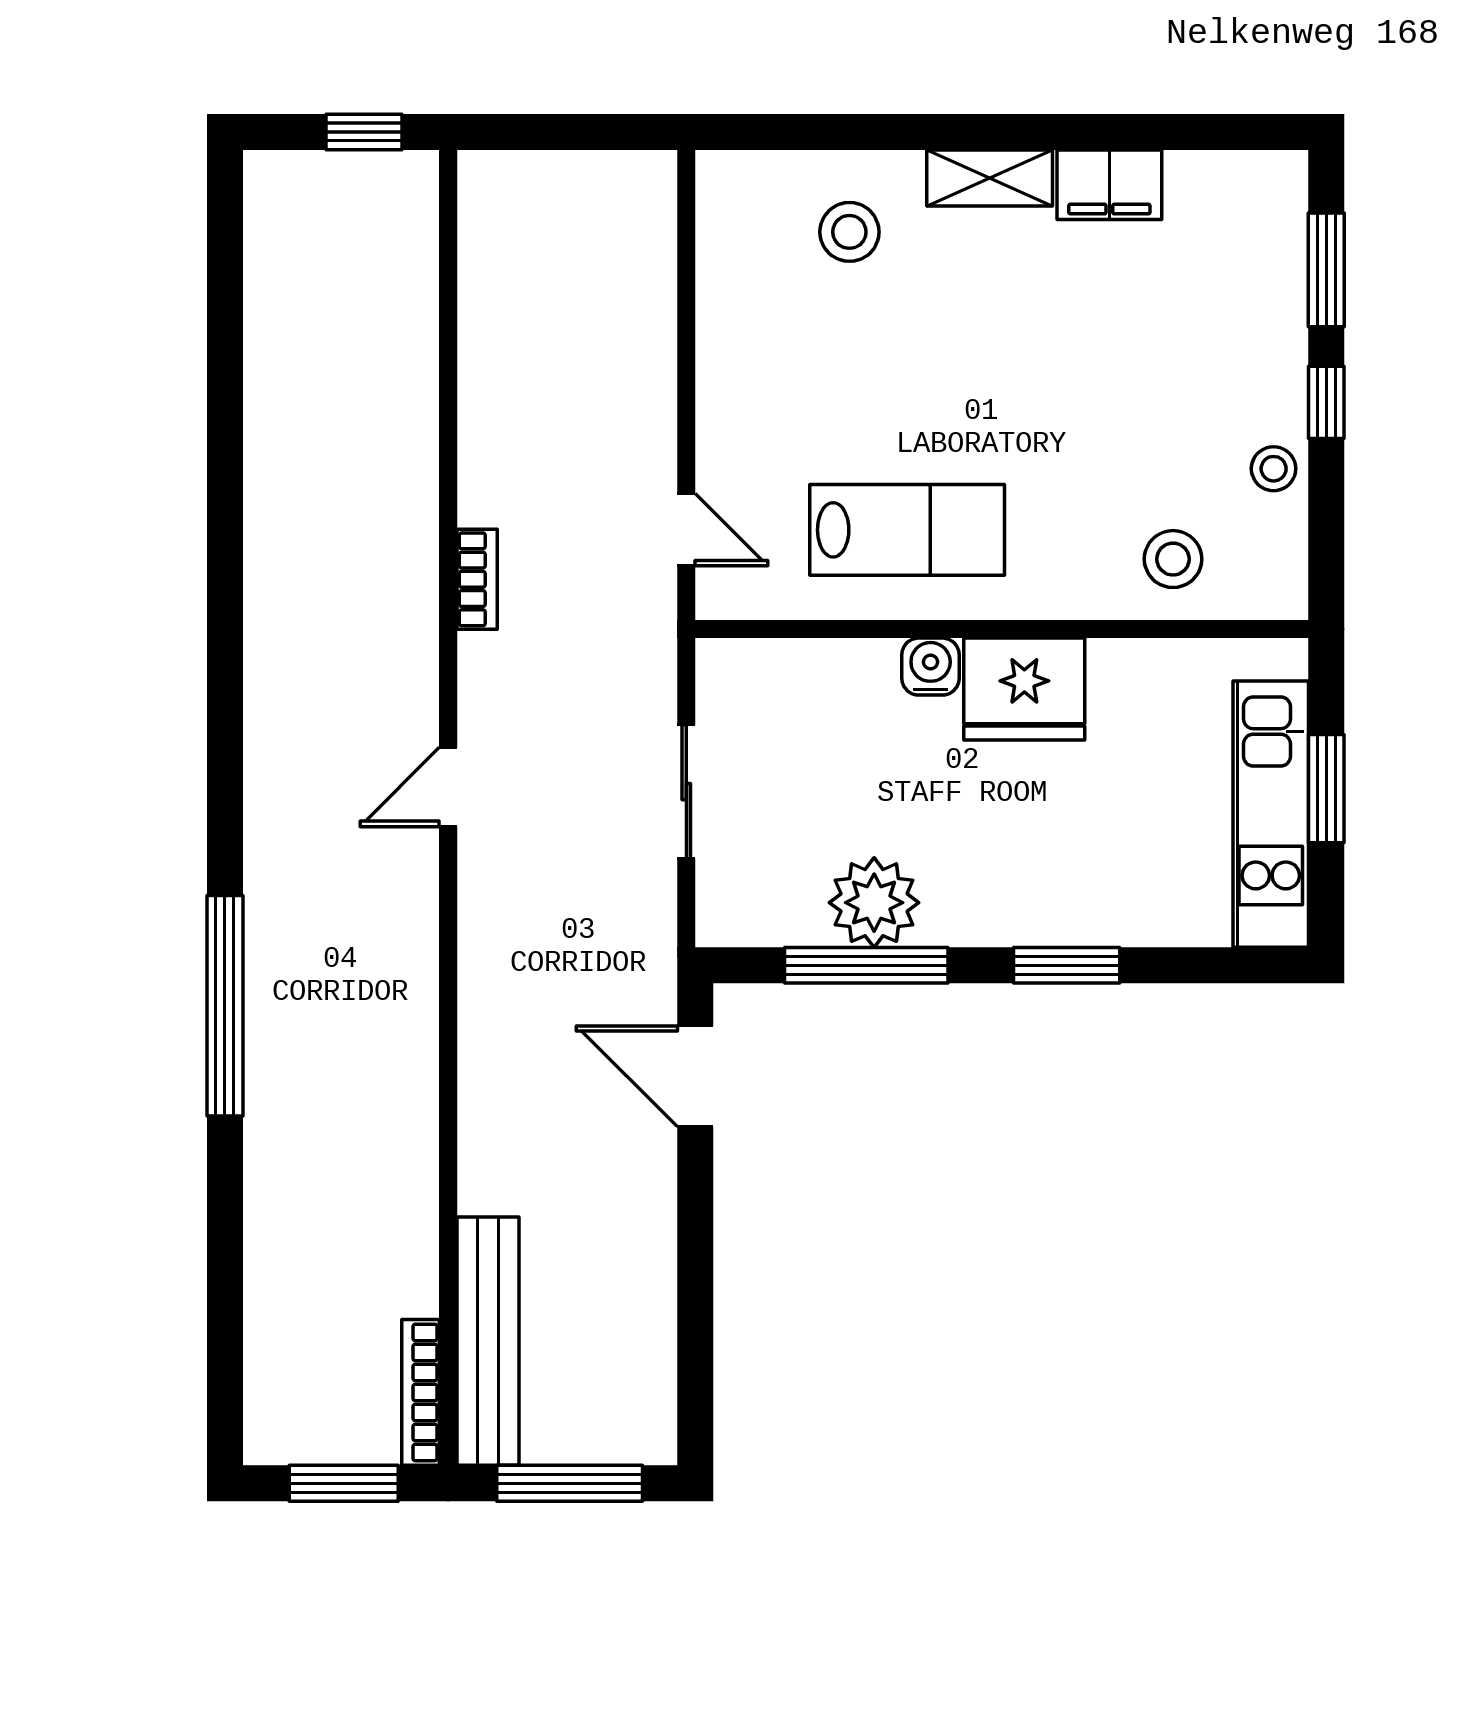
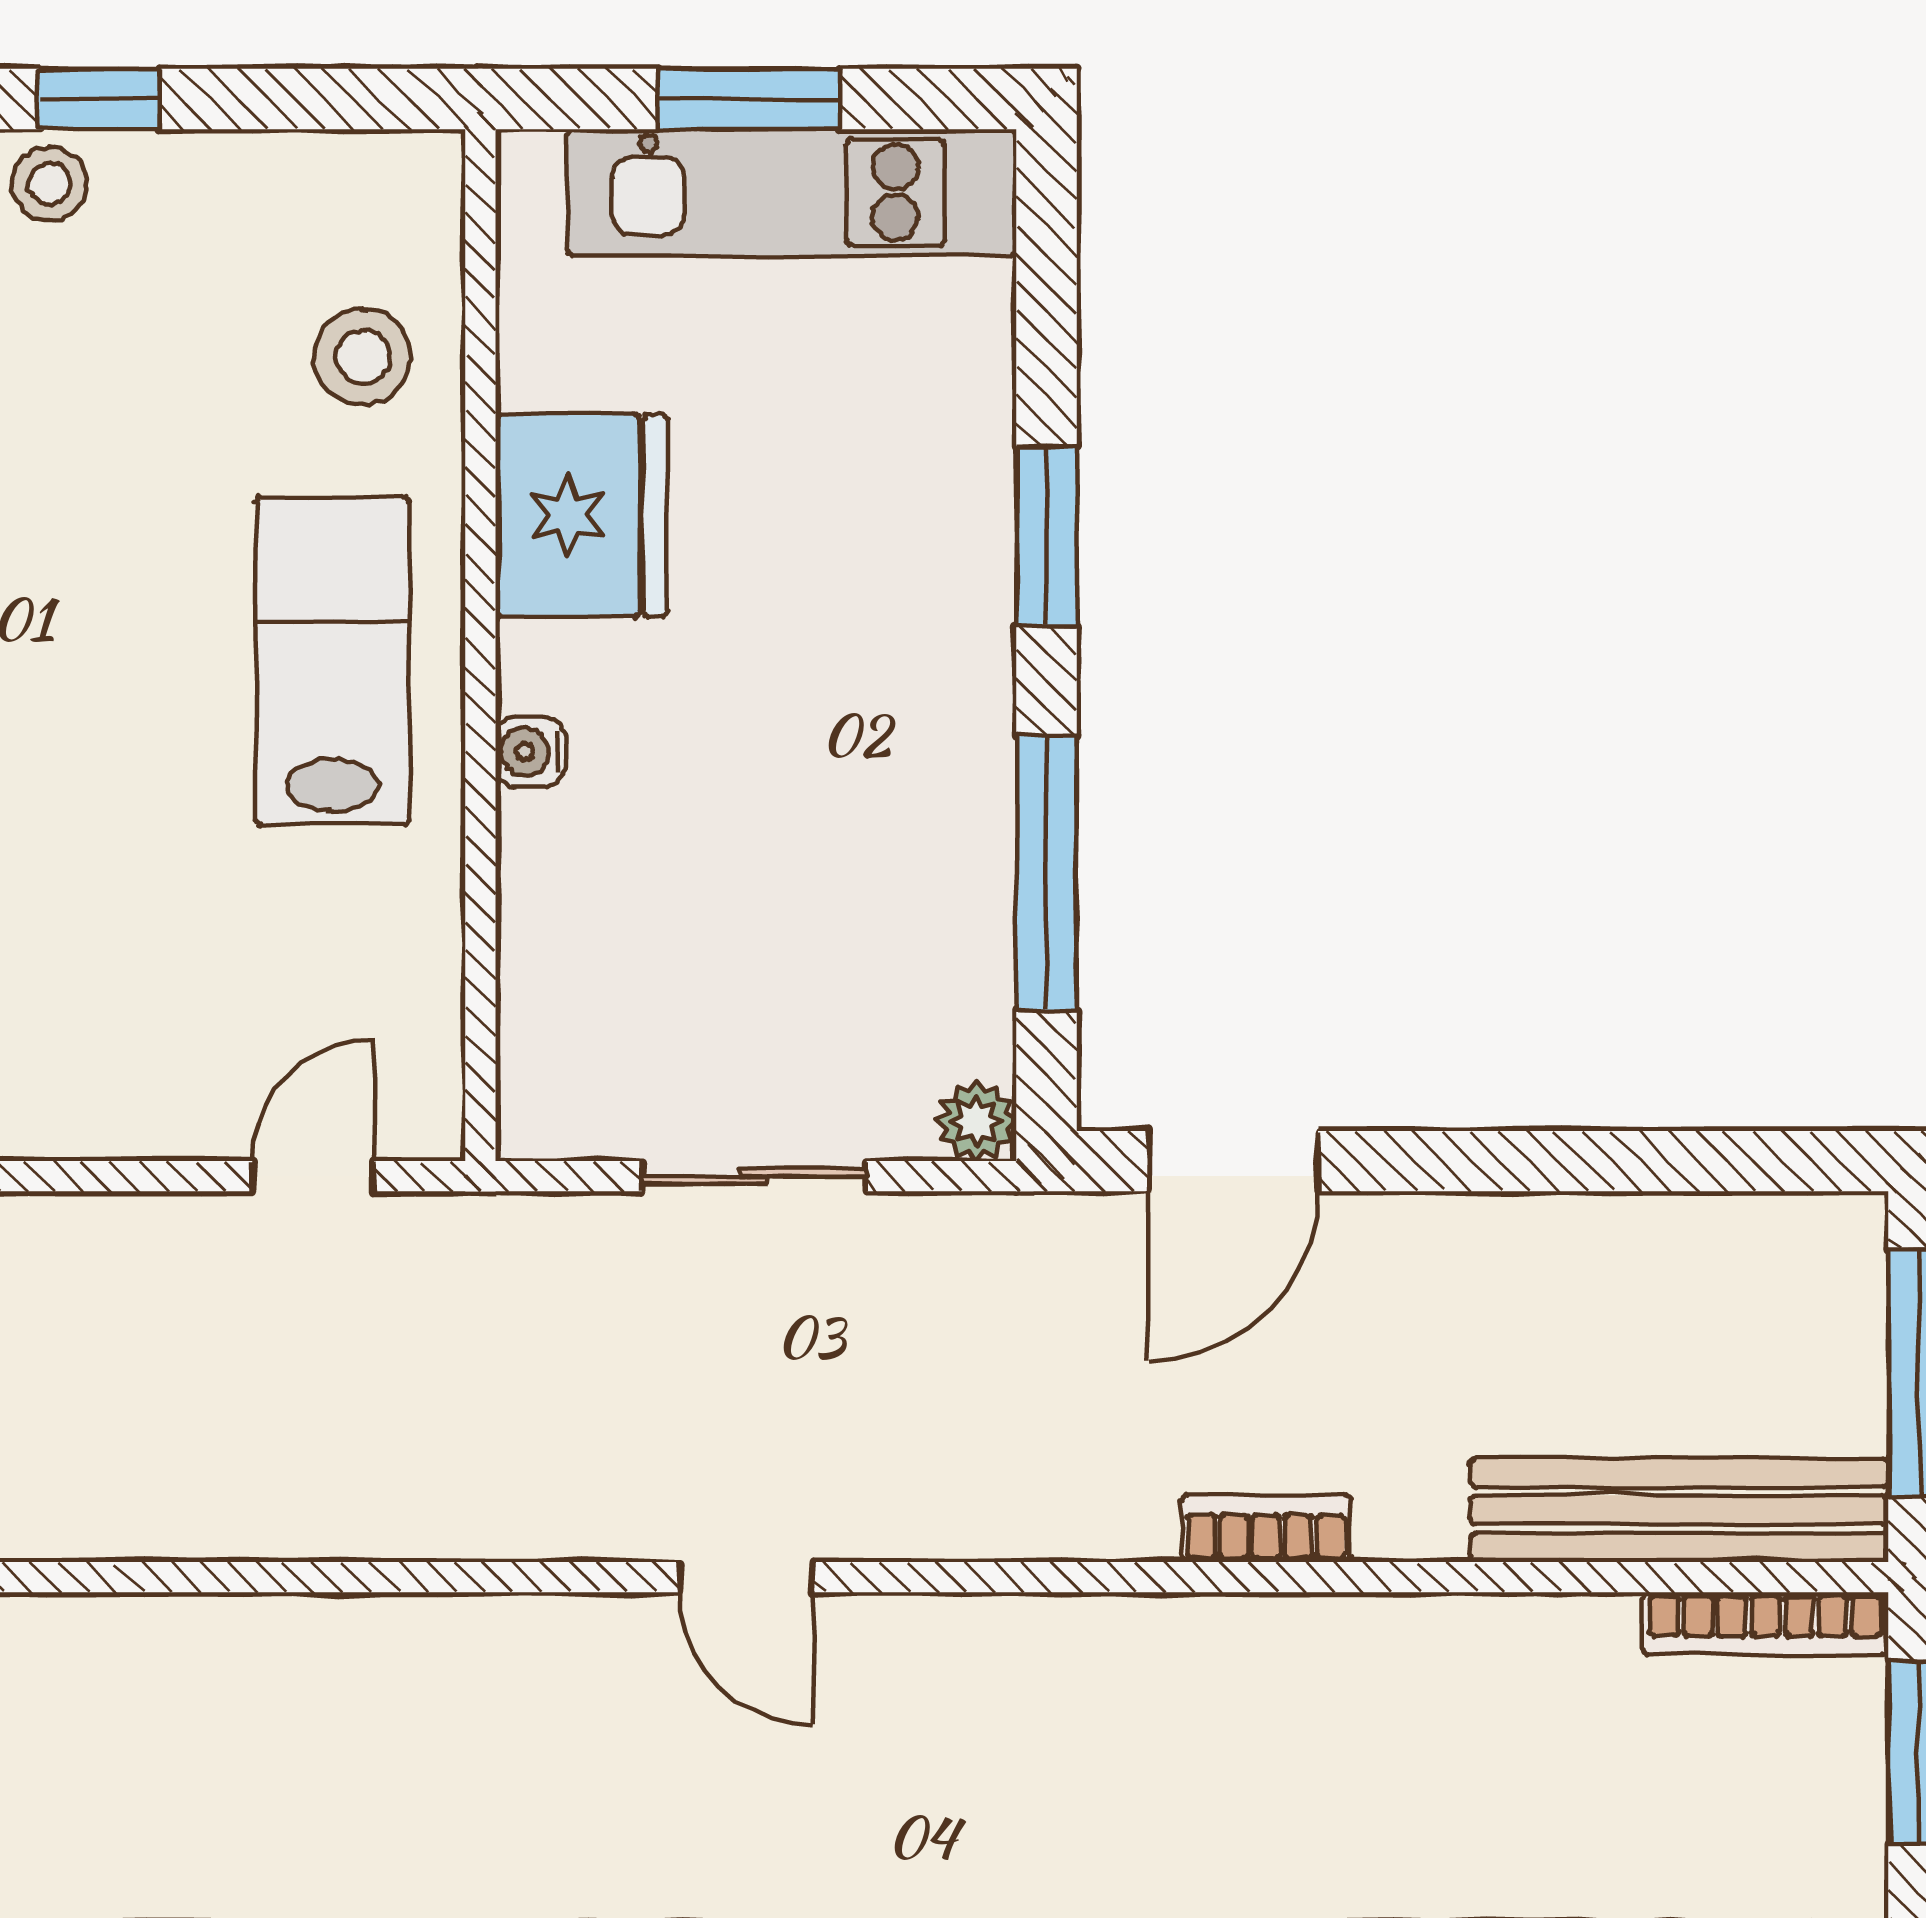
stool: (1274, 469) -> (49, 184), moved
lab bench: (907, 530) -> (332, 661), moved
bookcase: (477, 579) -> (1266, 1528), moved
water cooler: (931, 667) -> (530, 752), width x0.72, depth x0.72
fridge: (1024, 689) -> (581, 515), moved
plant: (874, 903) -> (976, 1121), moved, width x0.53, depth x0.53

